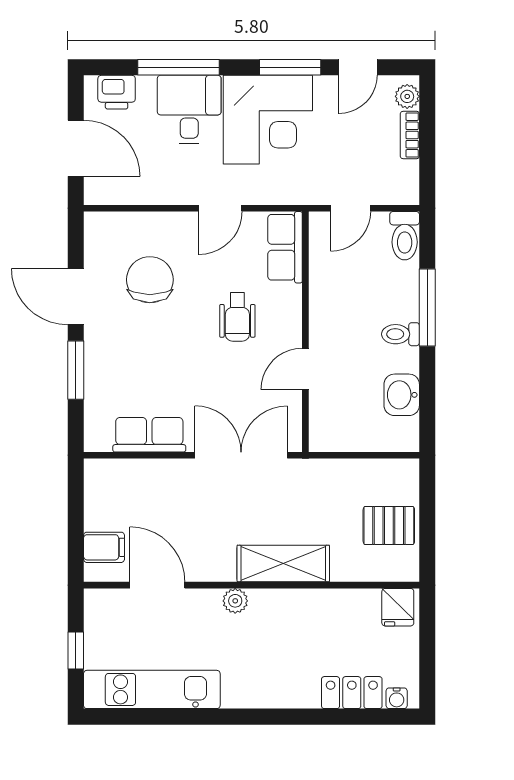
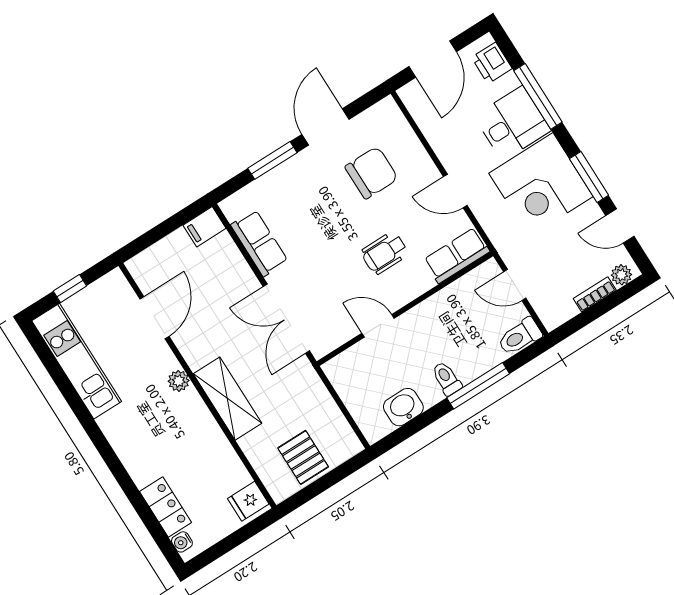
double door: (241, 455) -> (286, 319), swing flipped
filing cabinet: (104, 547) -> (204, 227), moved, turned 90

